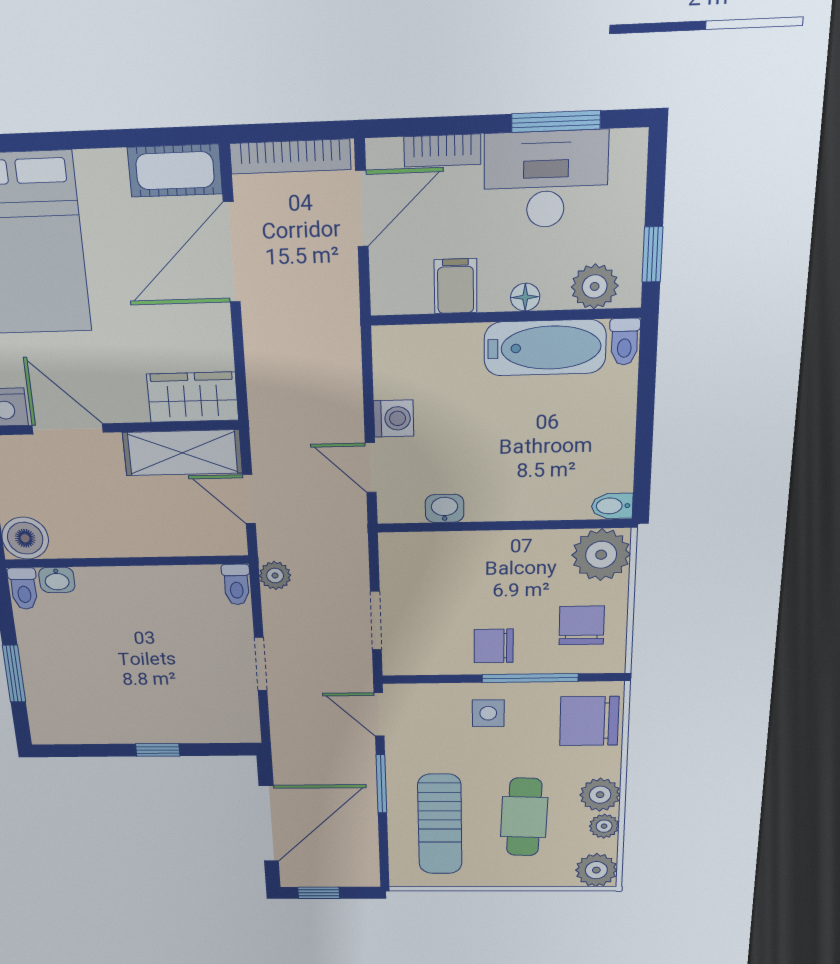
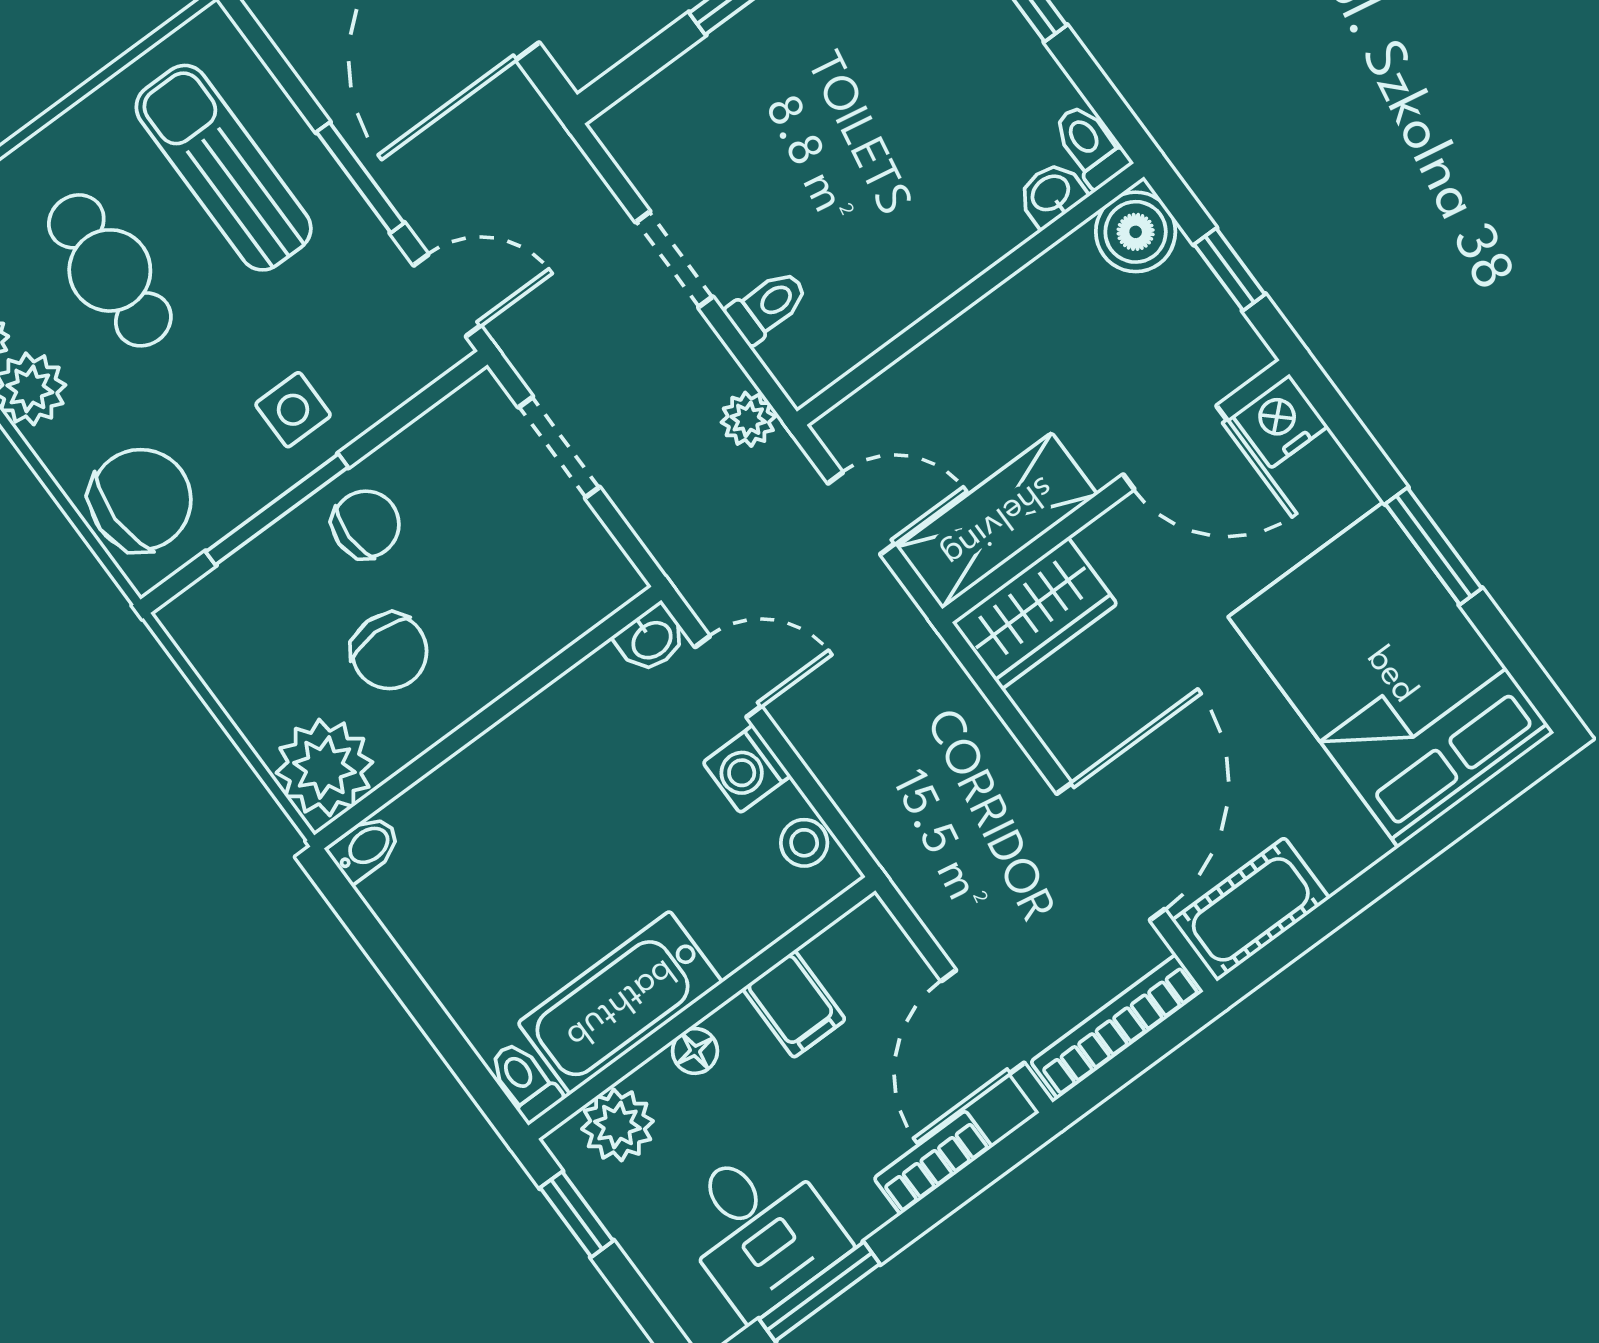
desk: (546, 180) -> (760, 1229), width x0.73
stool: (391, 364) -> (804, 843), added
washbasin: (445, 508) -> (651, 639), moved
toilet: (236, 585) -> (767, 306), moved, turned 90
chair: (582, 625) -> (389, 651), moved

